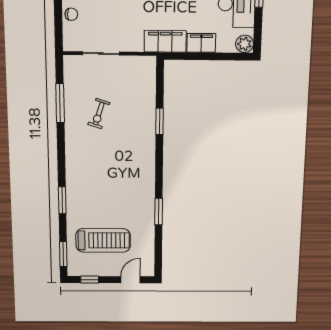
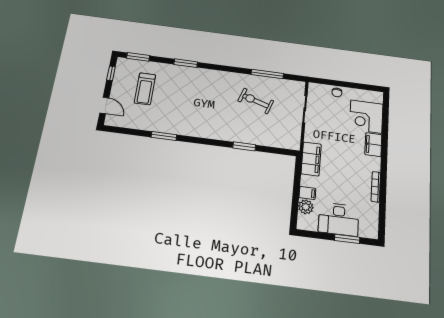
filing cabinet: (201, 43) -> (307, 193), width x0.50
plant: (245, 44) -> (306, 207), moved
exercise bike: (99, 114) -> (256, 101), width x1.38, depth x1.39
treadmill: (103, 240) -> (145, 89), width x0.73, depth x0.73

